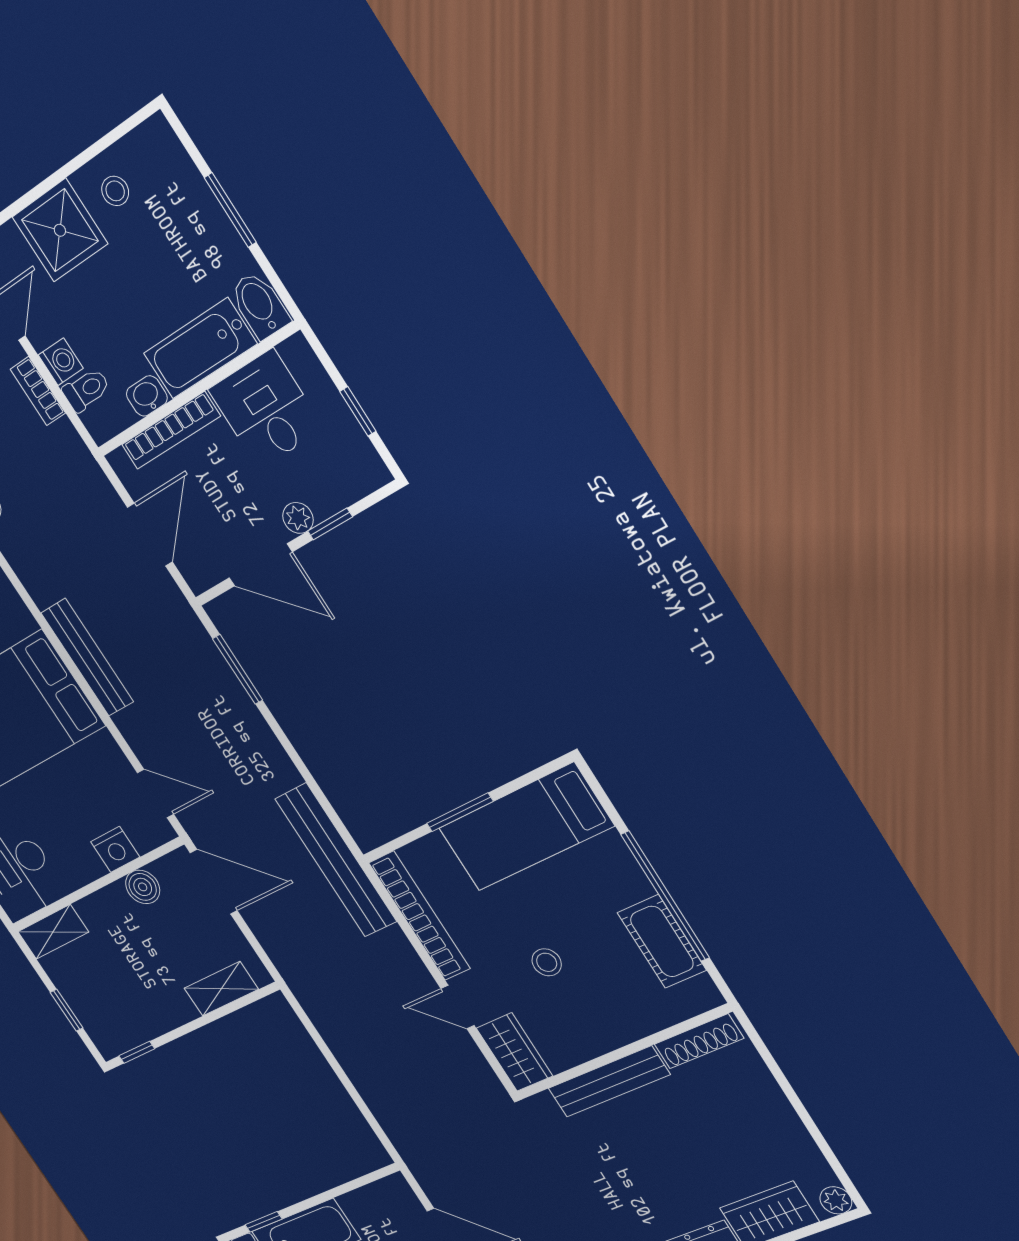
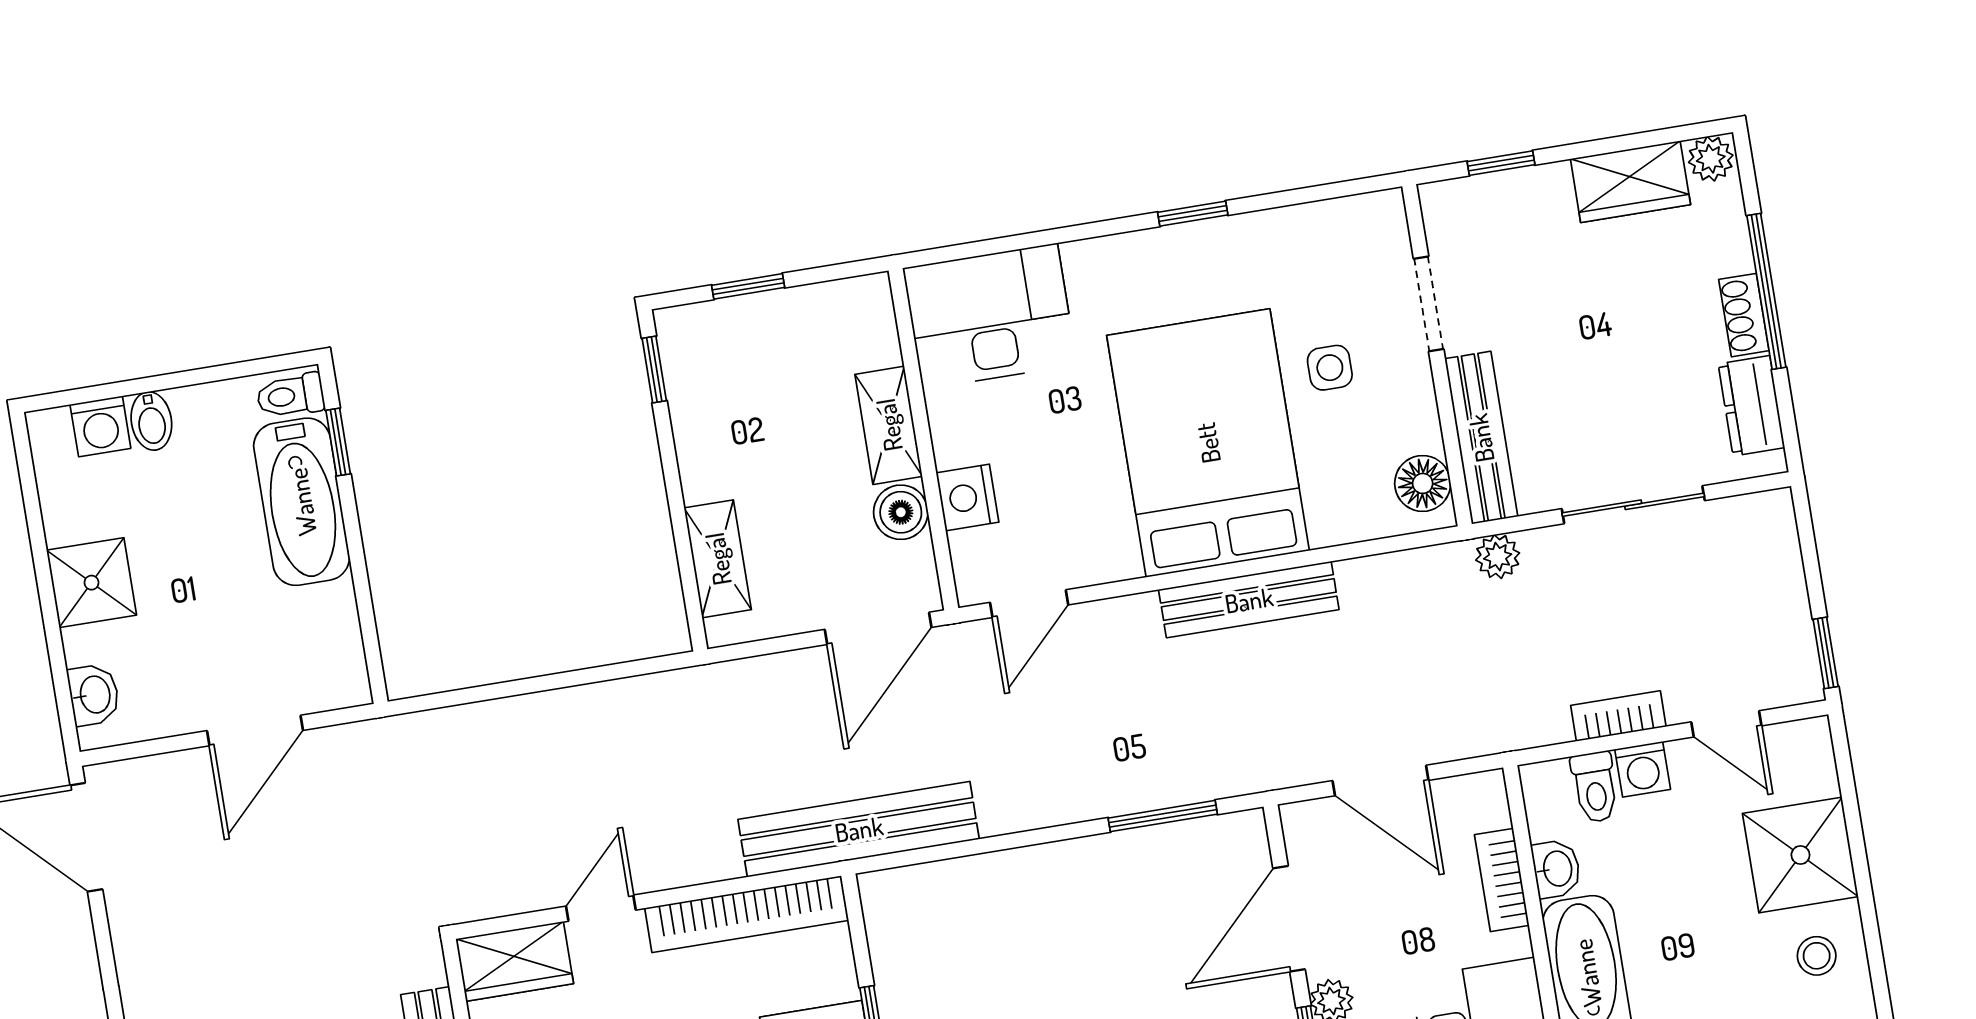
bookcase: (171, 430) -> (1502, 880), width x0.64
shelving: (53, 932) -> (889, 425), moved

